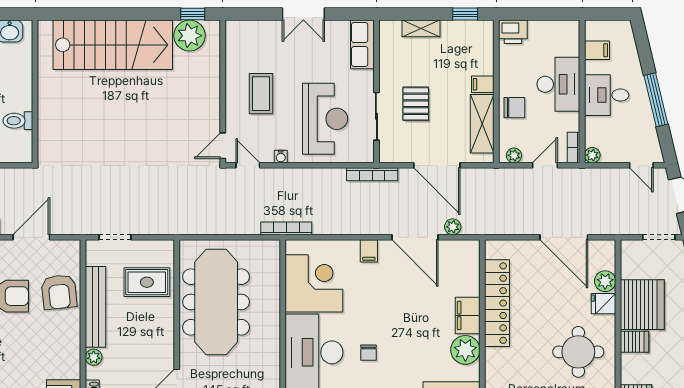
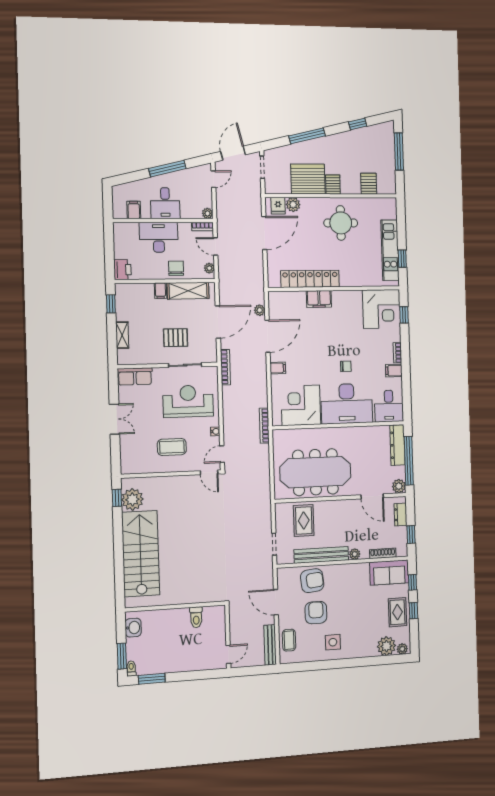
fridge: (603, 304) -> (278, 206), moved
plant: (465, 350) -> (342, 300), removed

